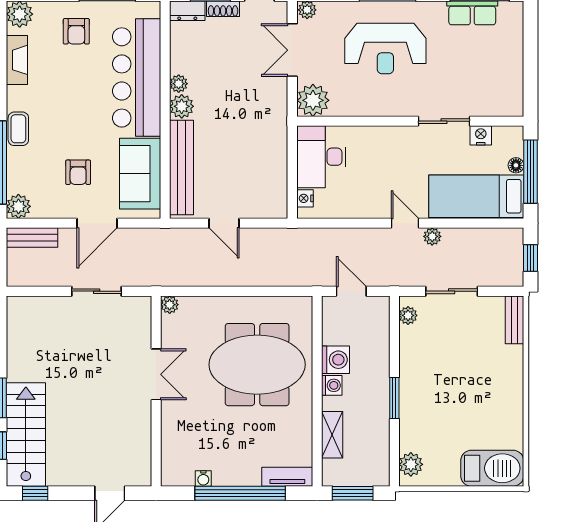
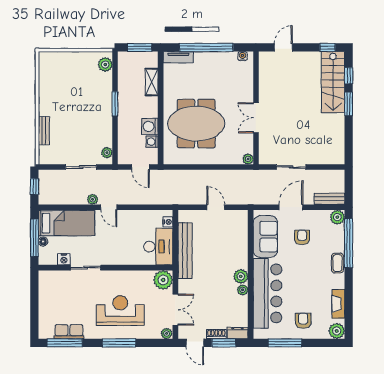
bench: (181, 168) -> (185, 251), moved
bench: (515, 320) -> (44, 131), moved
washing machine: (332, 385) -> (152, 142), moved
barbecue: (492, 468) -> (57, 62), removed
water cooler: (203, 479) -> (243, 56), moved

